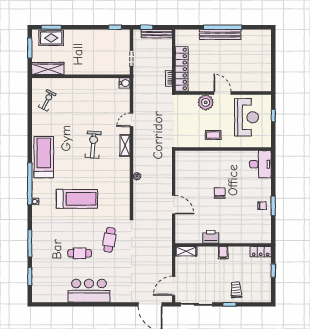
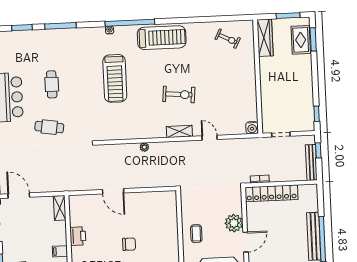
door: (174, 205) -> (113, 191), hinge flipped
cafe table: (109, 240) -> (49, 127), moved

